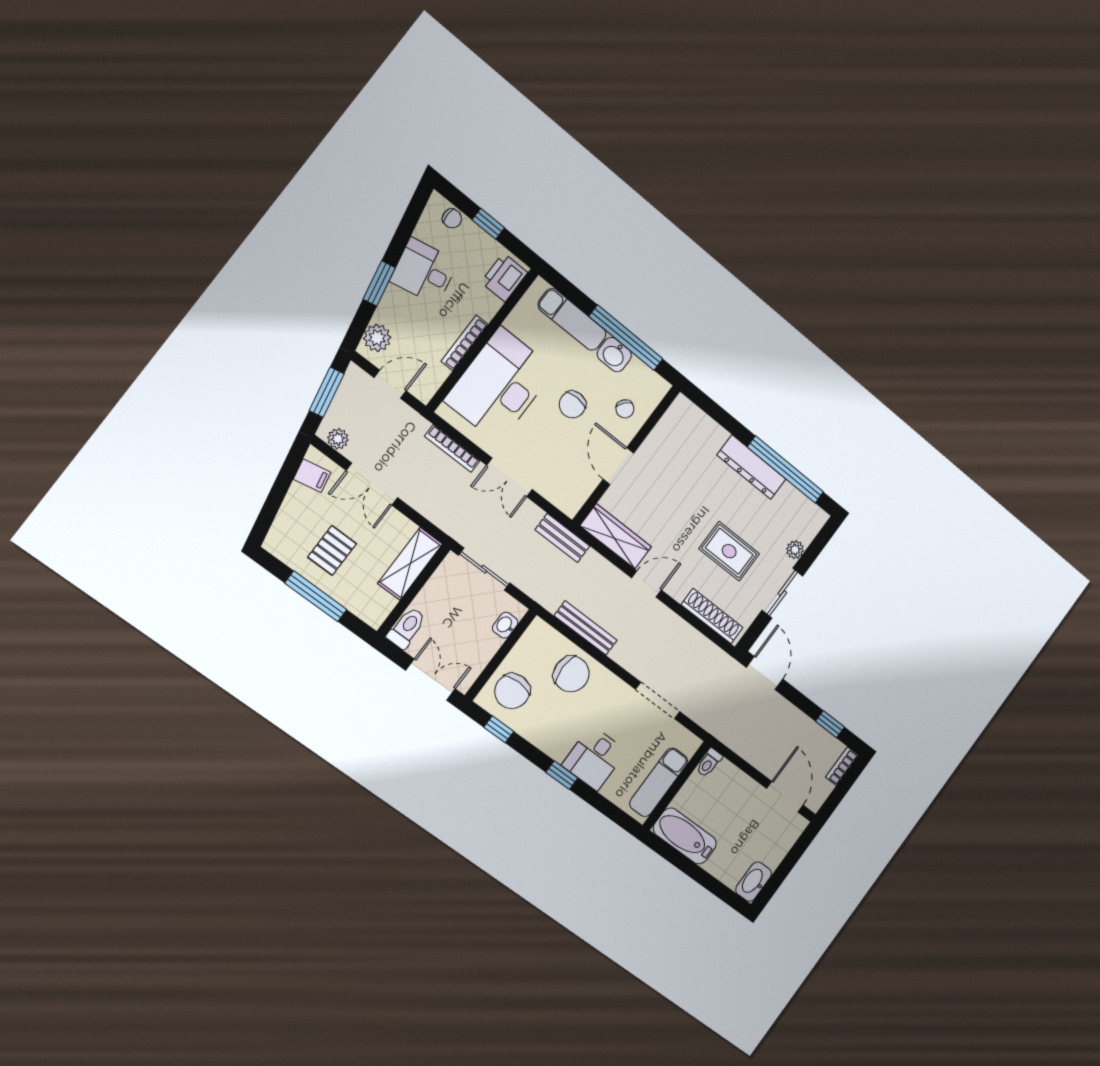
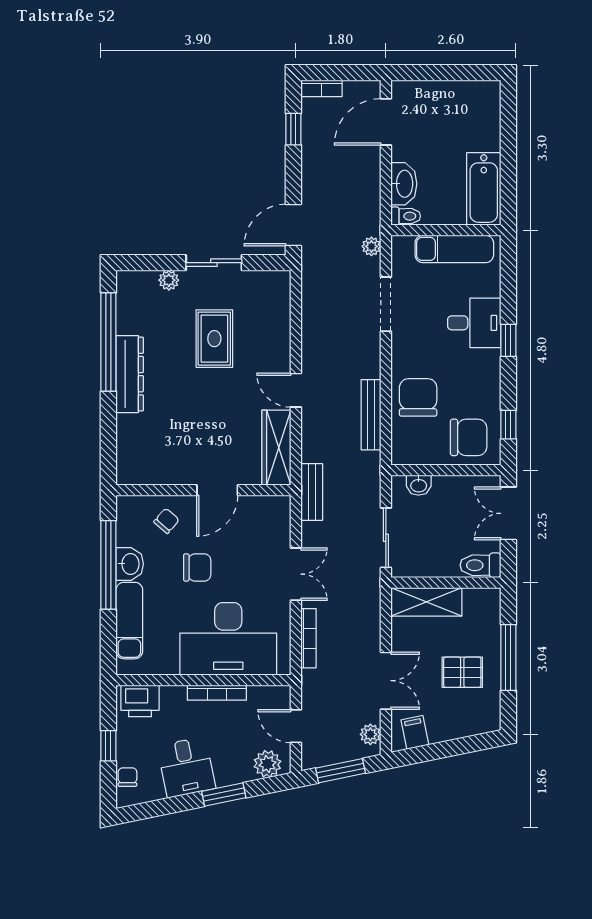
shoe rack: (712, 616) -> (280, 311), removed
plant: (707, 721) -> (371, 246), added
washbasin: (754, 882) -> (404, 184), moved, turned -90

